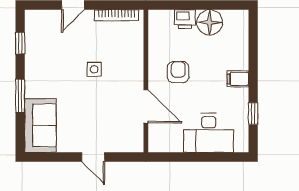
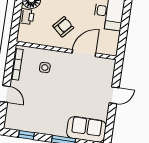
side table: (94, 69) -> (45, 68), moved
armchair: (178, 72) -> (63, 27), turned 132

